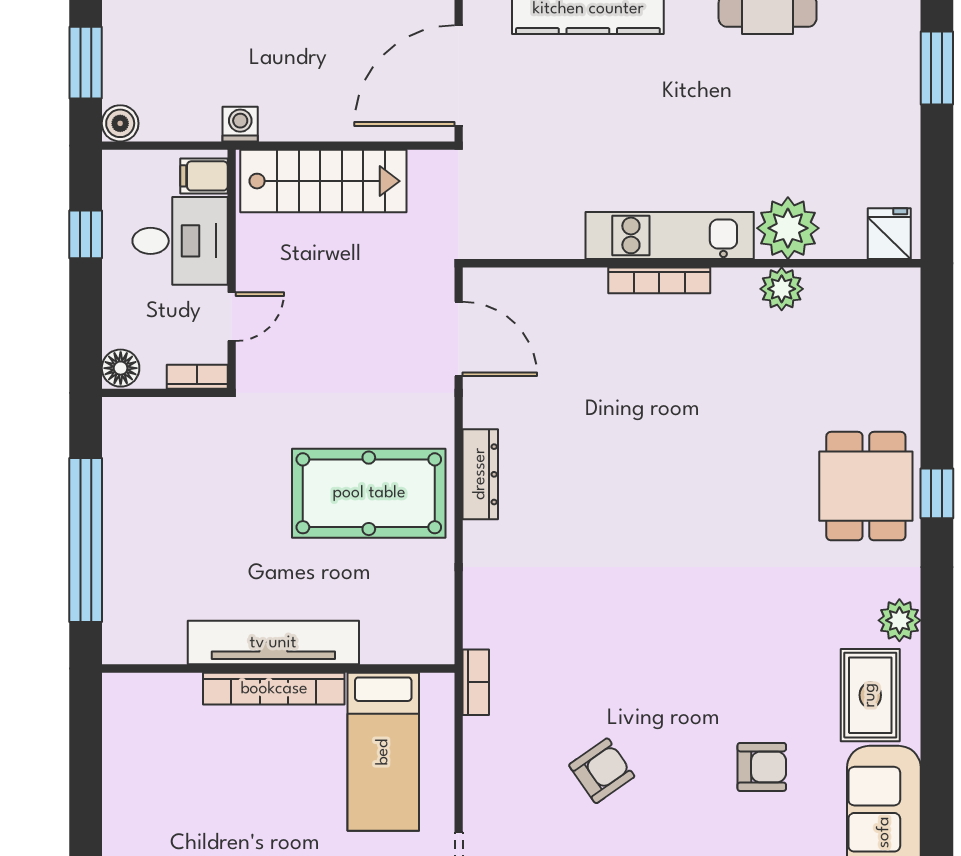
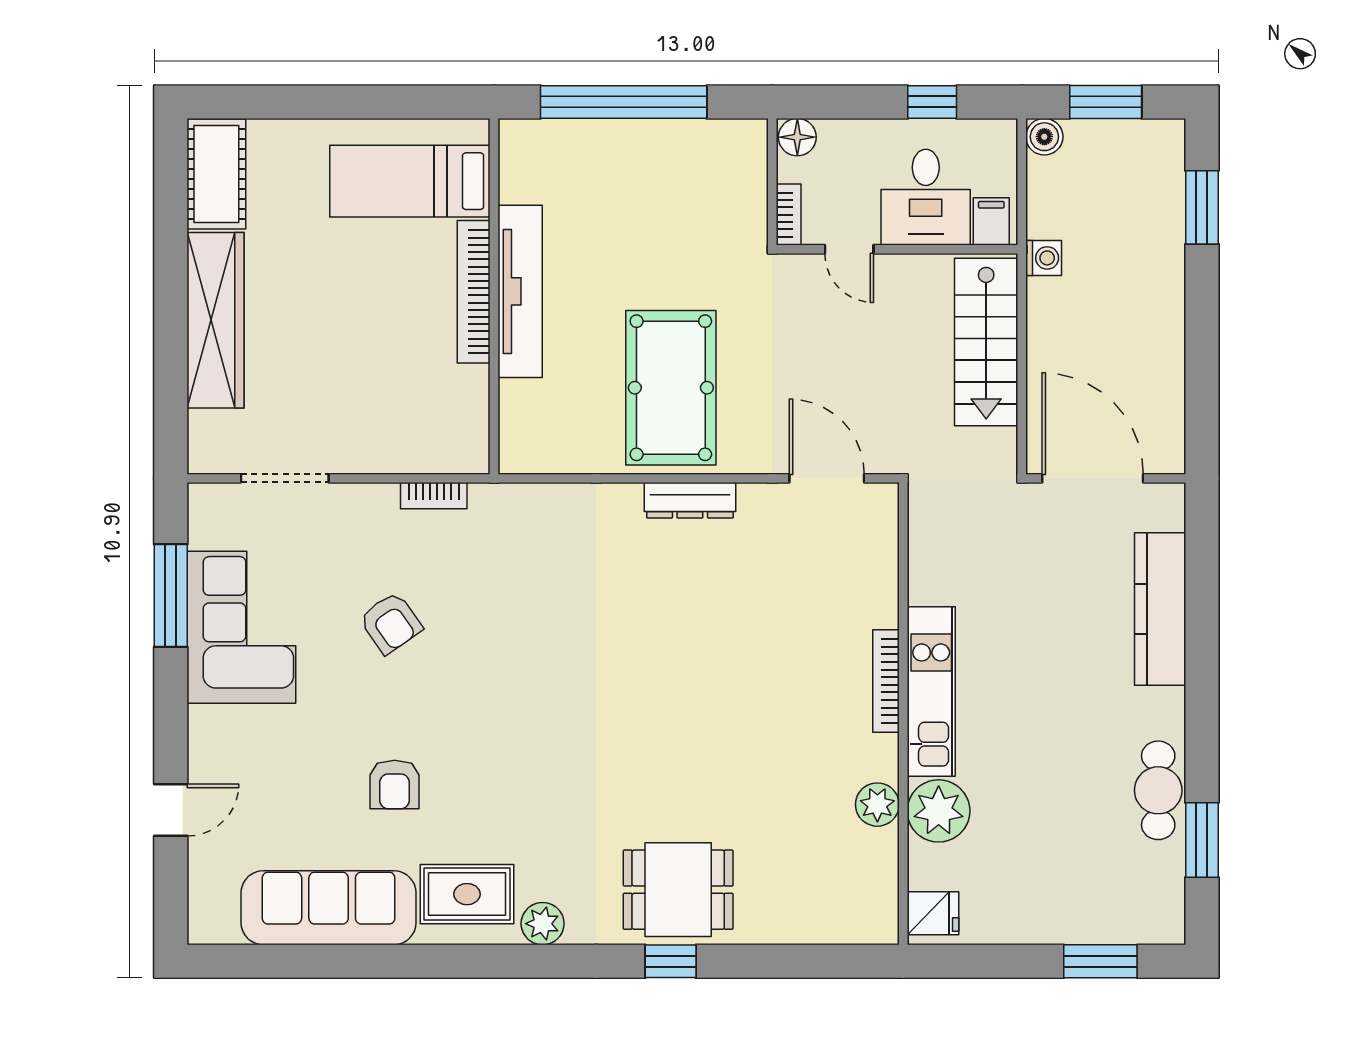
door: (459, 339) -> (827, 478), swing flipped
bookcase: (476, 682) -> (434, 496), moved
bed: (383, 752) -> (410, 181), moved

